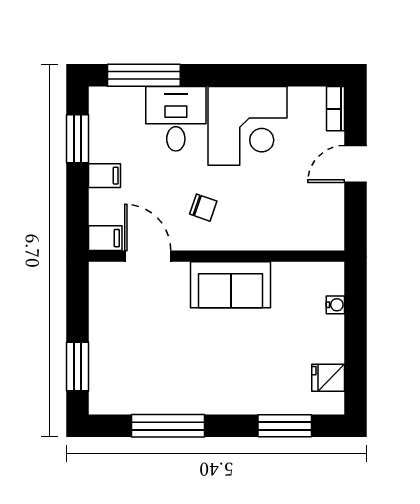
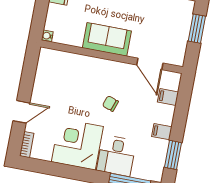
door: (148, 256) -> (150, 64), moved
wall: (216, 256) -> (112, 57), moved
sofa: (231, 285) -> (107, 39), moved

